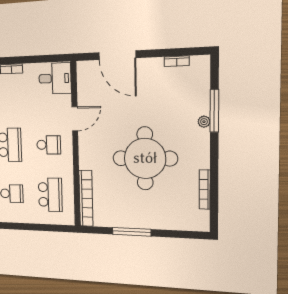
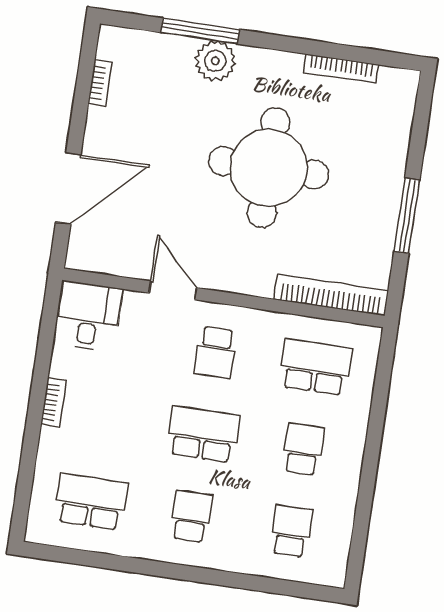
plant: (204, 122) -> (215, 61), width x1.88, depth x1.88
school desk: (49, 145) -> (215, 352), turned 180

